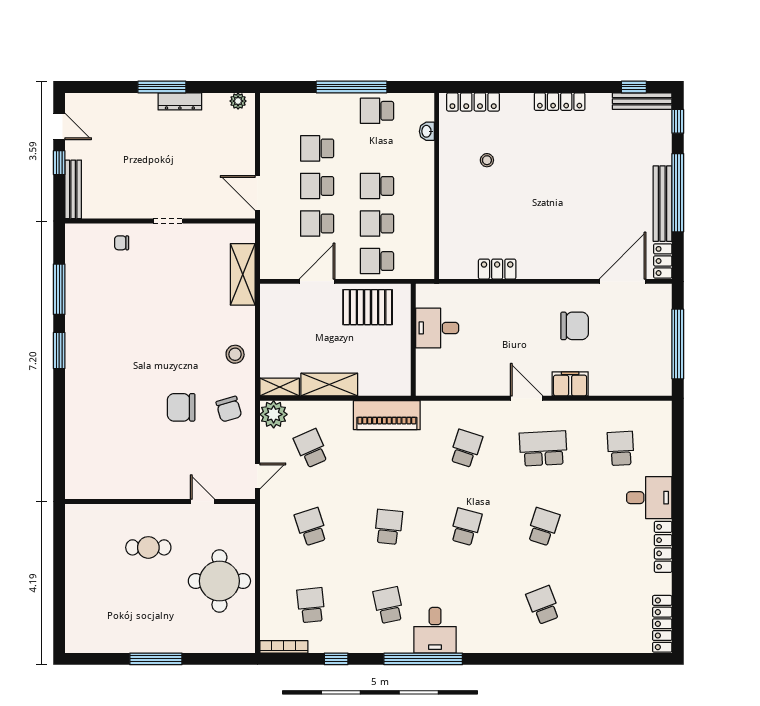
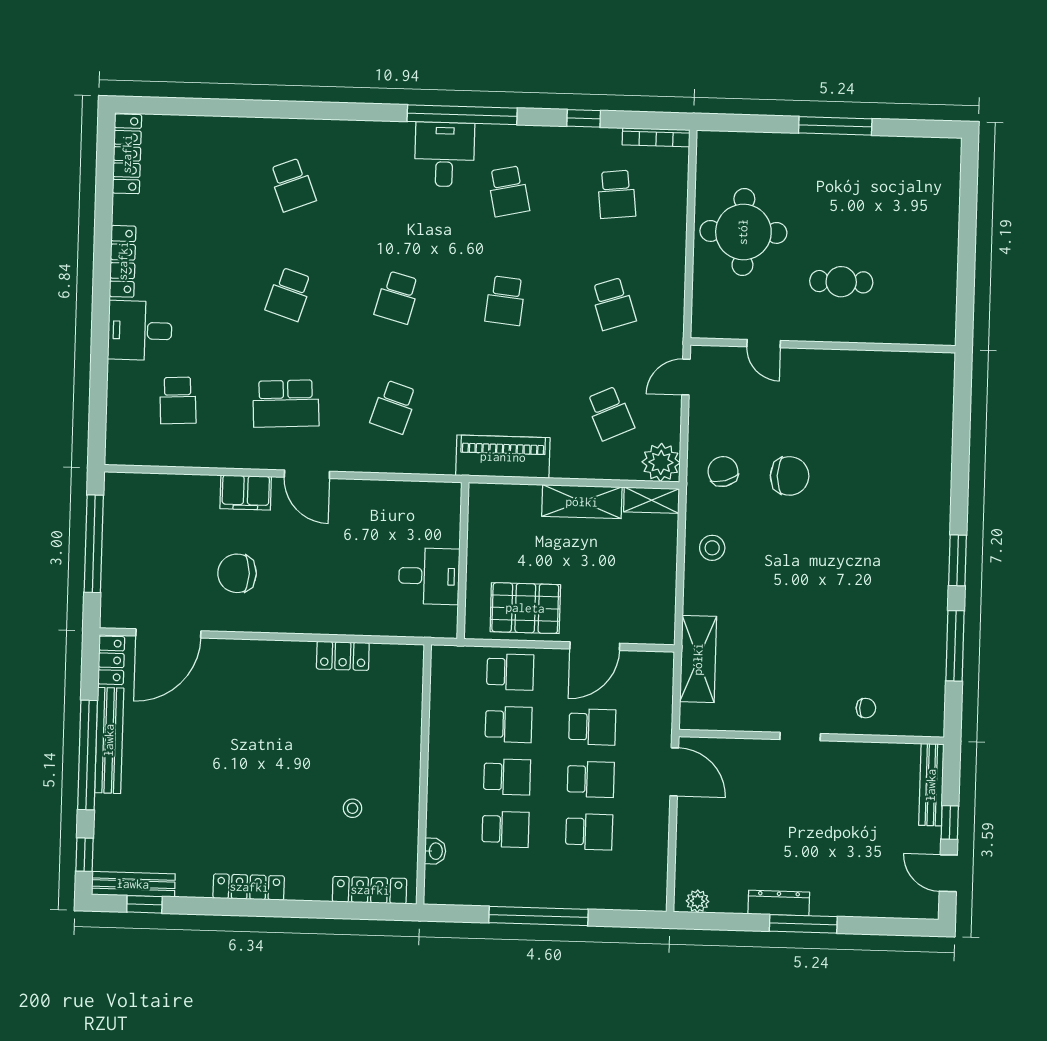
school desk: (377, 111) -> (506, 829), moved

